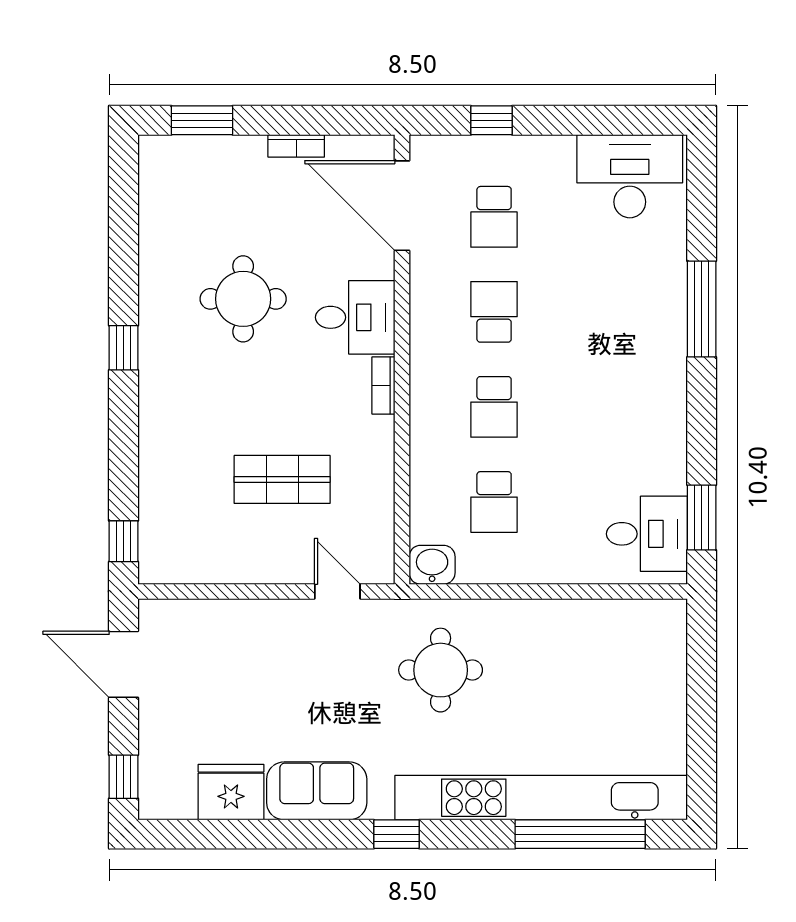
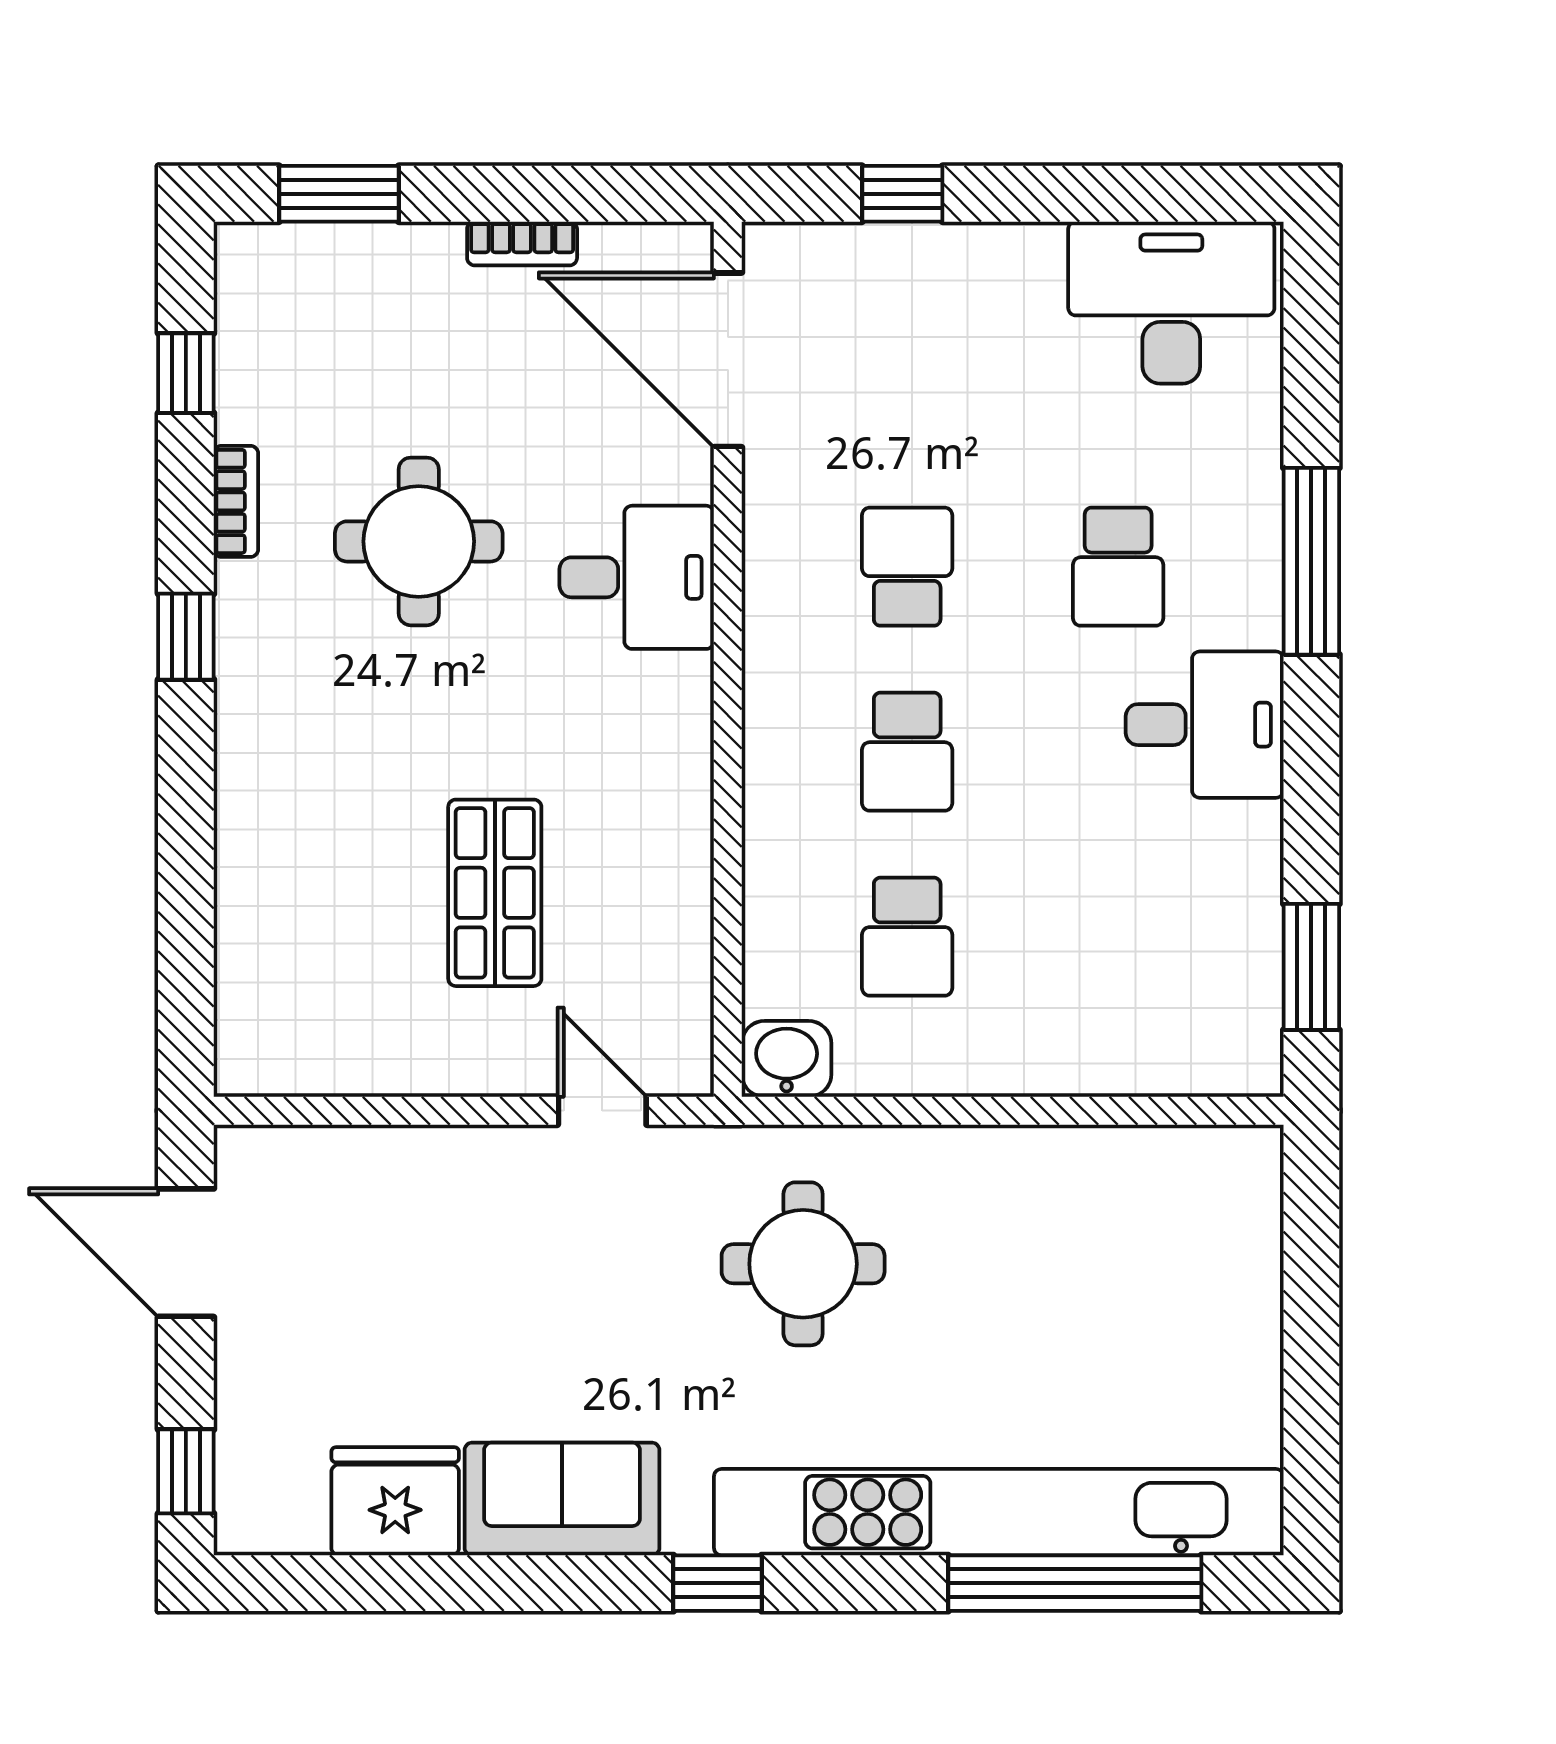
school desk: (494, 217) -> (1118, 567), moved
bookcase: (383, 386) -> (236, 501), moved, turned 180
shop shelf: (282, 479) -> (495, 893), turned 90
desk: (647, 534) -> (1205, 725), moved
window: (123, 541) -> (186, 373), moved

